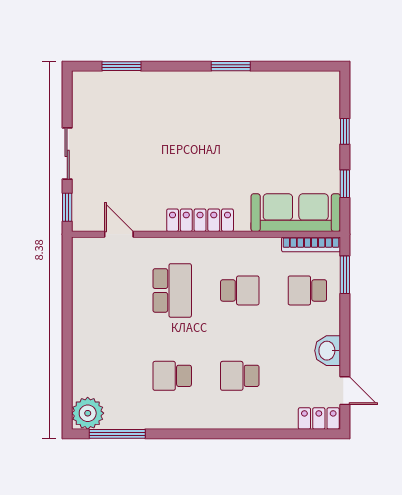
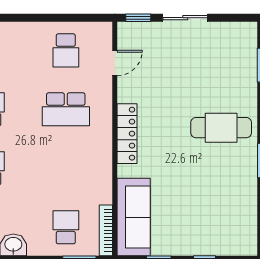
cafe table: (193, 112) -> (221, 128), added
school desk: (240, 290) -> (66, 50), moved

